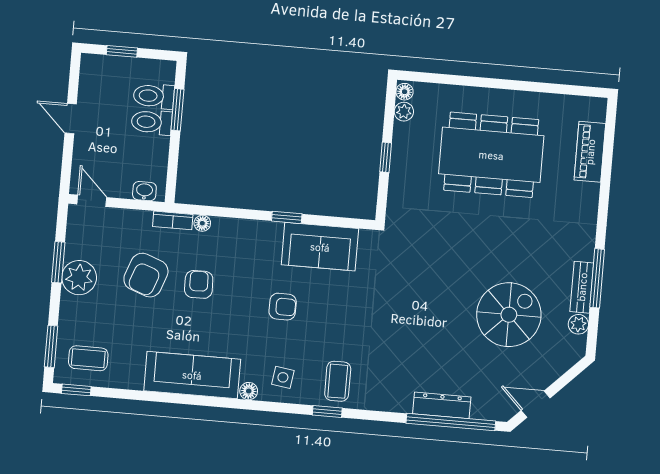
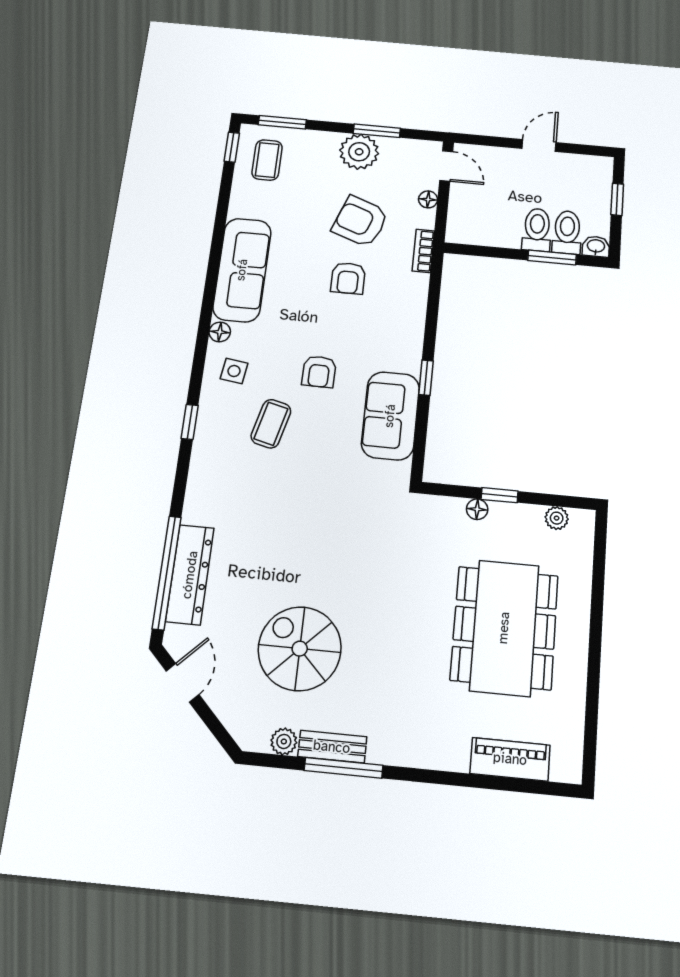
floor lamp: (405, 92) -> (477, 509), moved
washbasin: (144, 191) -> (596, 246), moved, turned -90
door: (92, 201) -> (446, 166), hinge flipped
floor lamp: (202, 223) -> (428, 199), moved
armchair: (199, 284) -> (348, 278), turned 91
spiral stairs: (509, 315) -> (300, 649), turned 180
coffee table: (338, 381) -> (271, 424), moved, turned -76
dresser: (442, 405) -> (190, 575), width x1.37, depth x1.24

